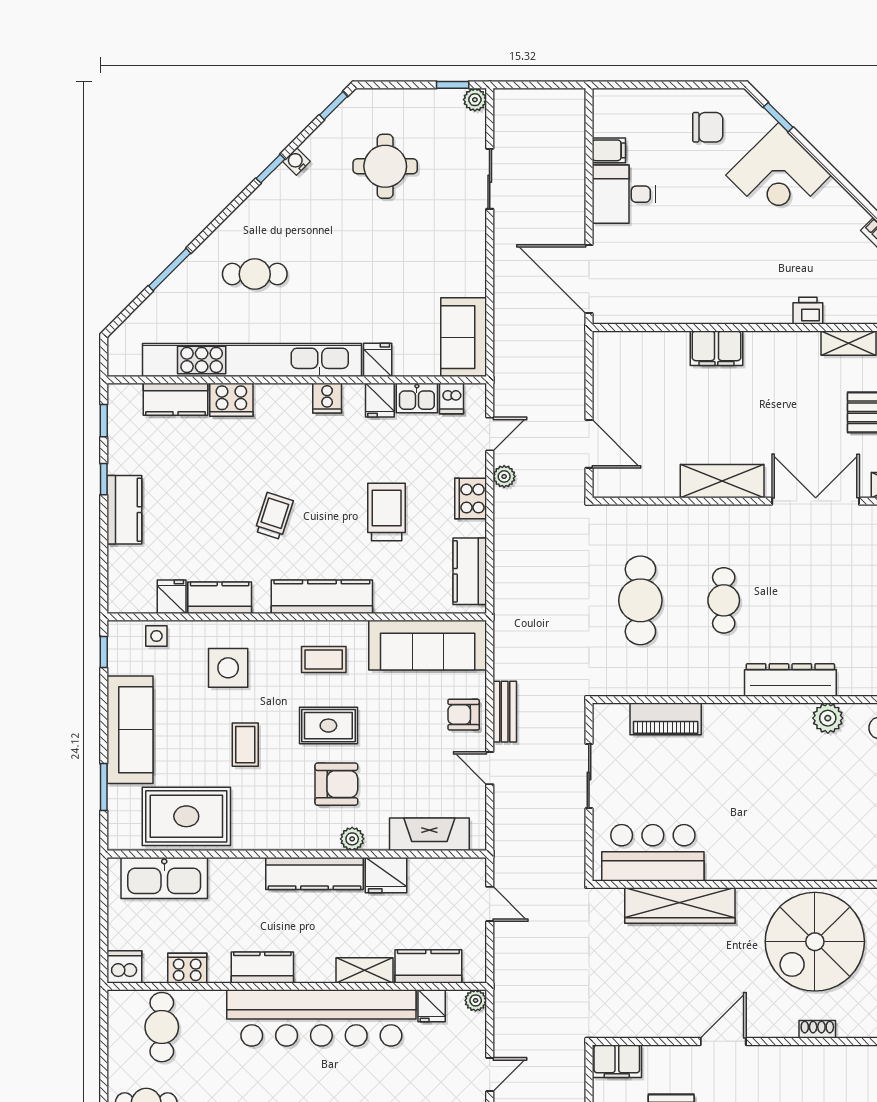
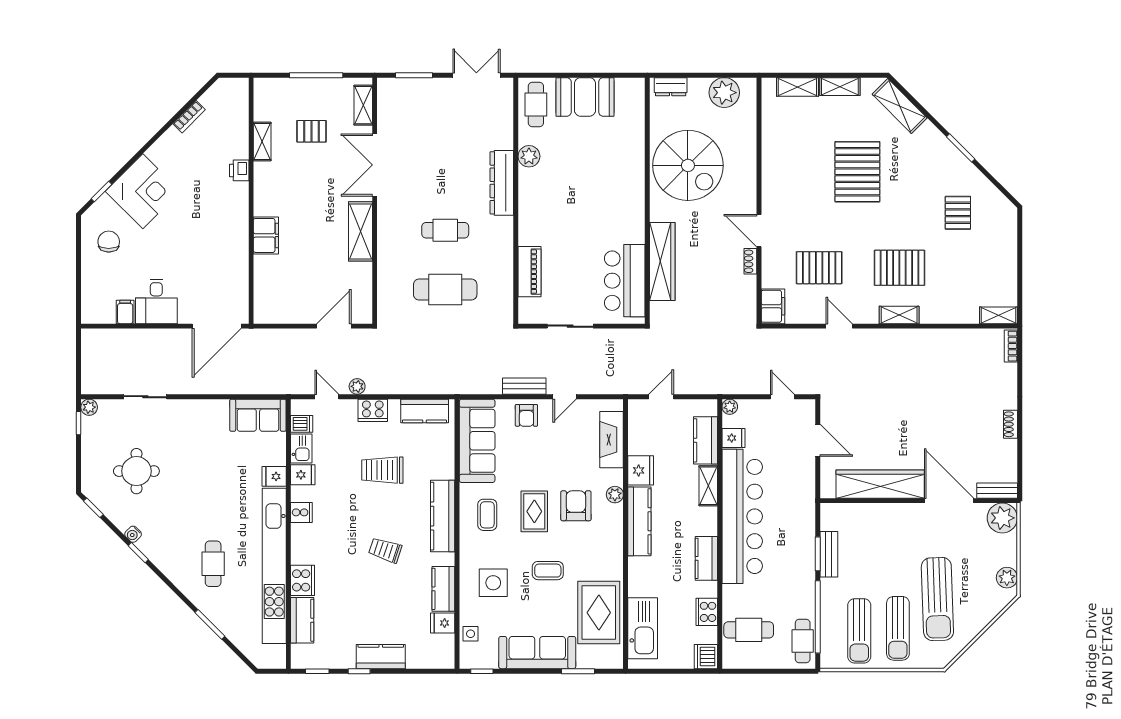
shoe rack: (817, 1029) -> (750, 261), moved

